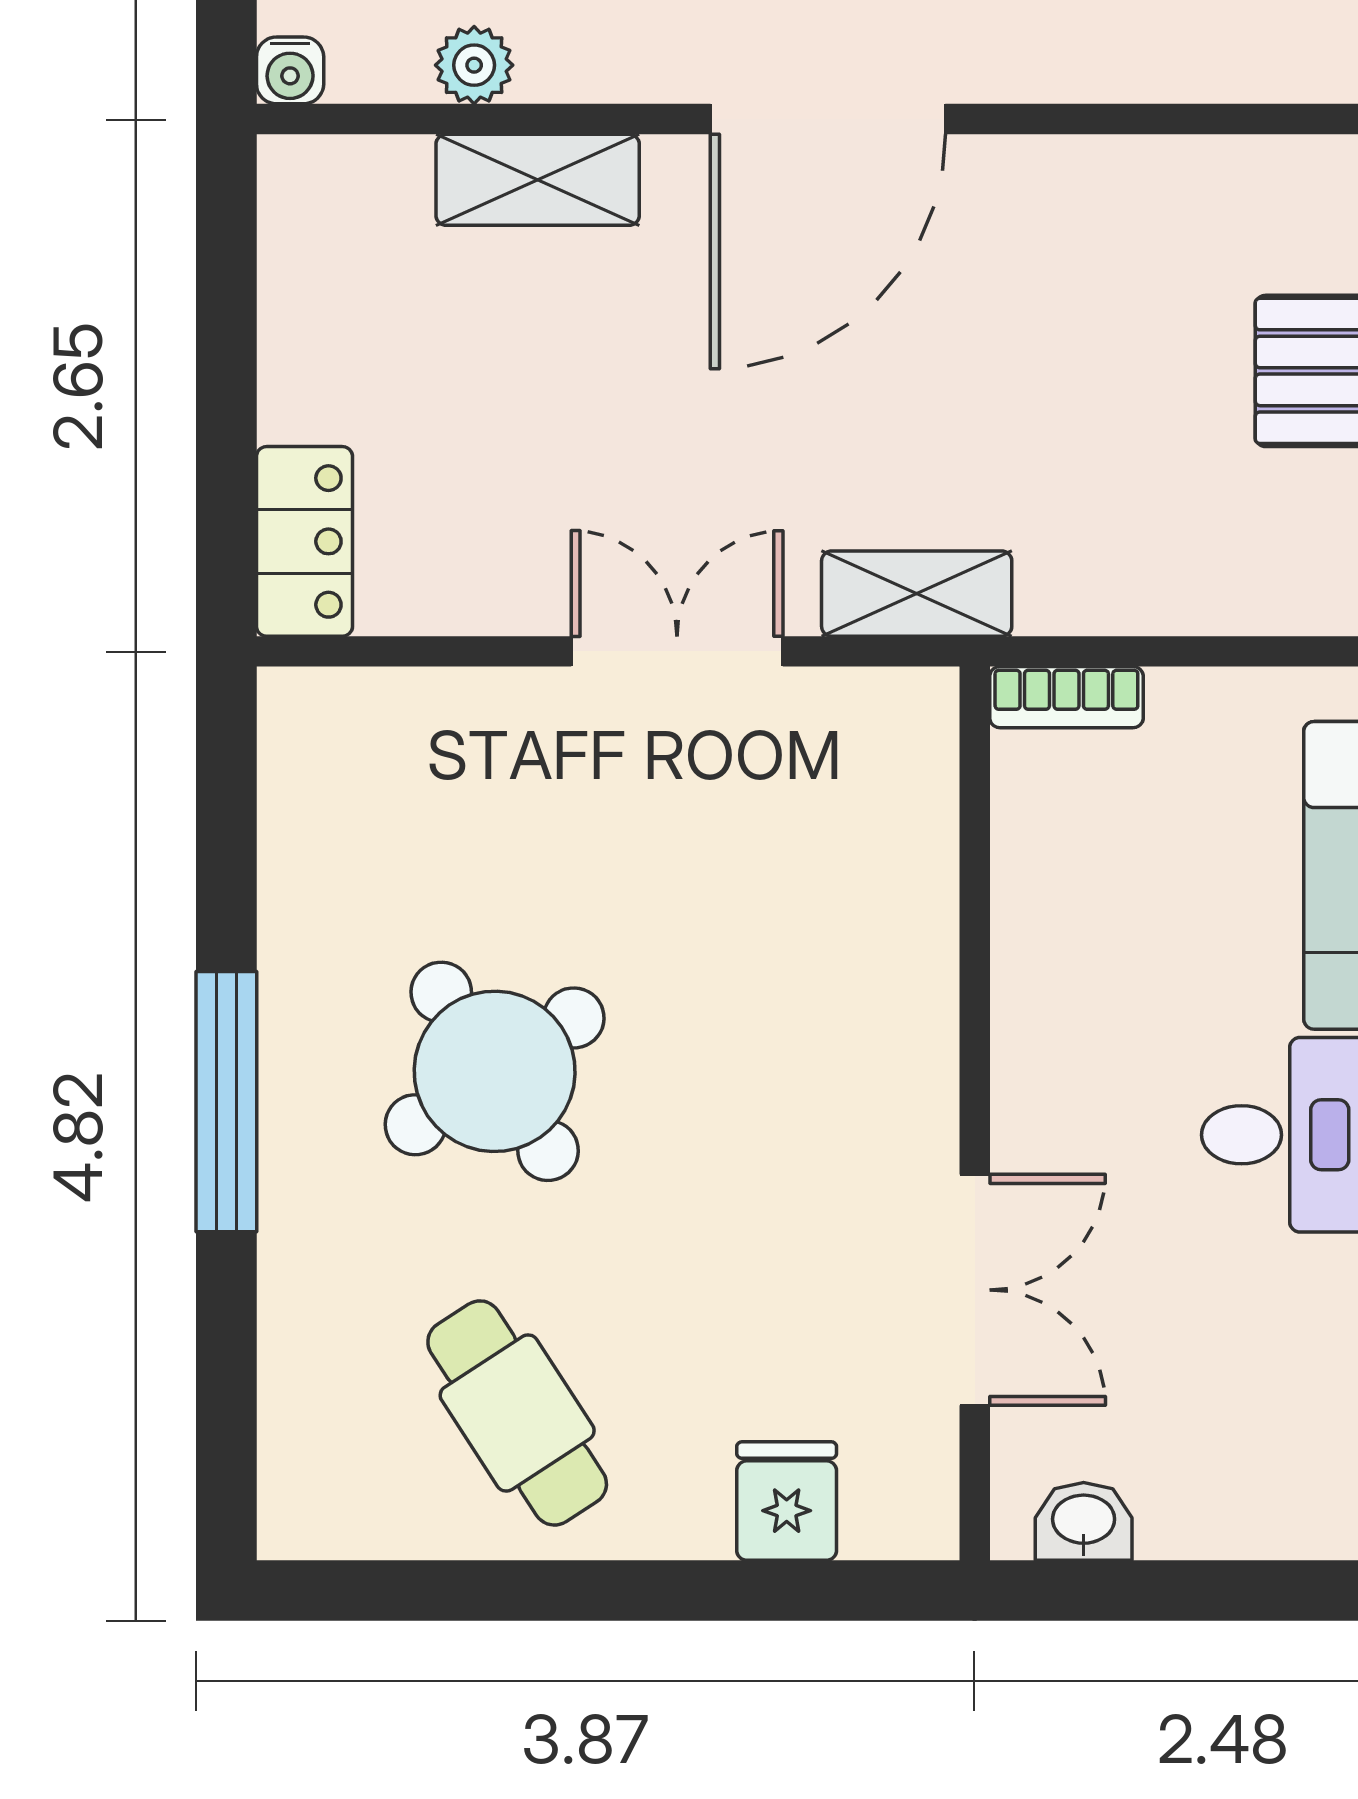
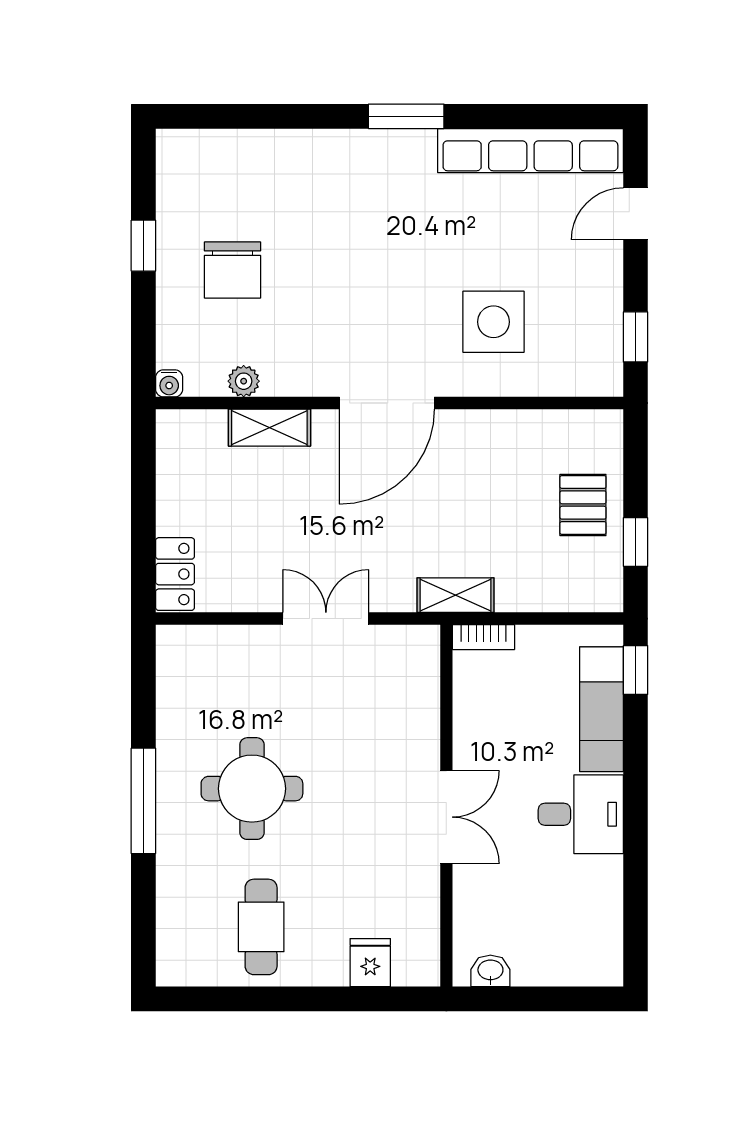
shelving: (917, 594) -> (456, 595), moved
round table: (495, 1071) -> (252, 789), turned 34
double door: (975, 1290) -> (446, 817), moved
cafe table: (517, 1413) -> (261, 927), turned 33

